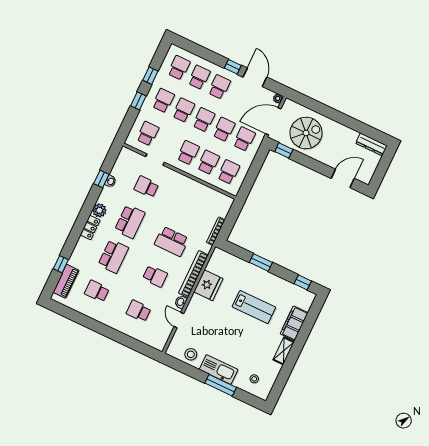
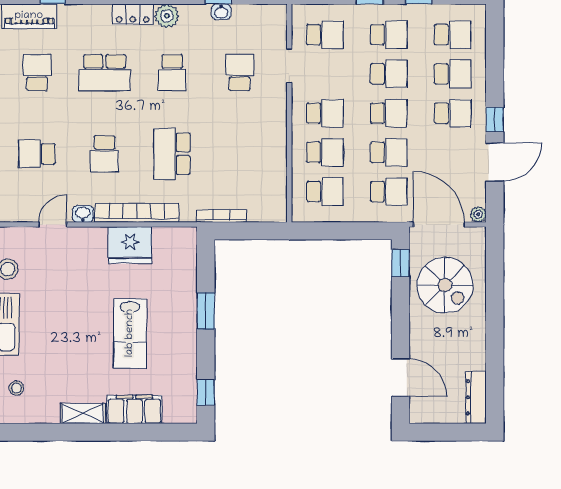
school desk: (130, 222) -> (172, 73), width x0.54
school desk: (139, 311) -> (37, 154), turned -90

